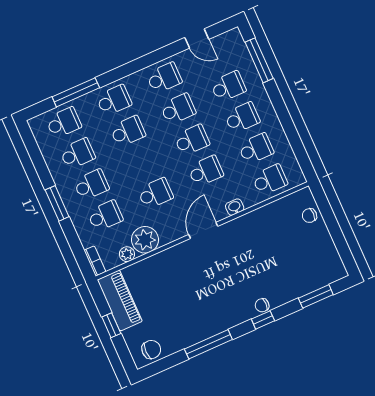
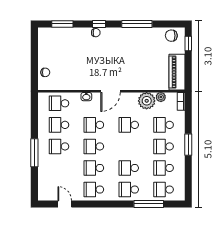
window: (259, 60) -> (34, 153), moved
school desk: (228, 87) -> (59, 168), removed
window: (111, 325) -> (188, 44), moved

